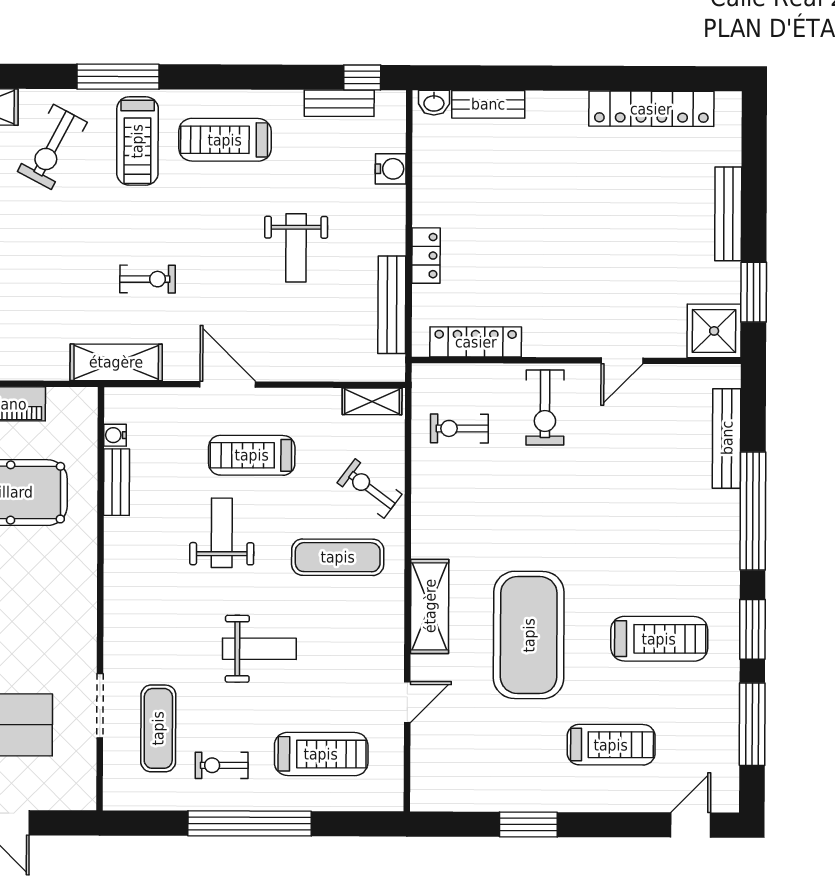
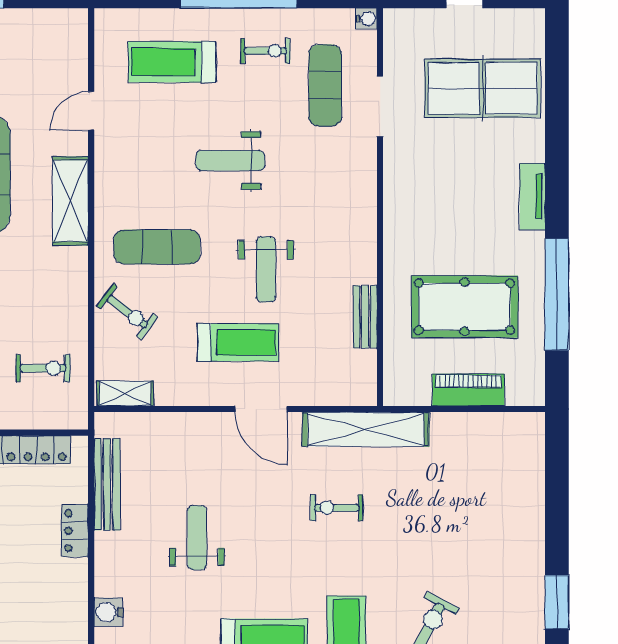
shelving: (116, 362) -> (366, 429), width x1.47
water cooler: (115, 435) -> (367, 19), moved

